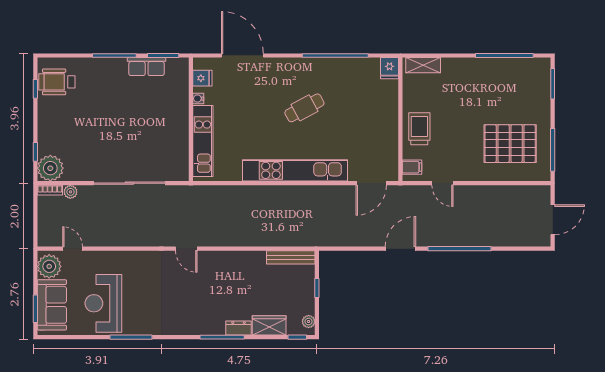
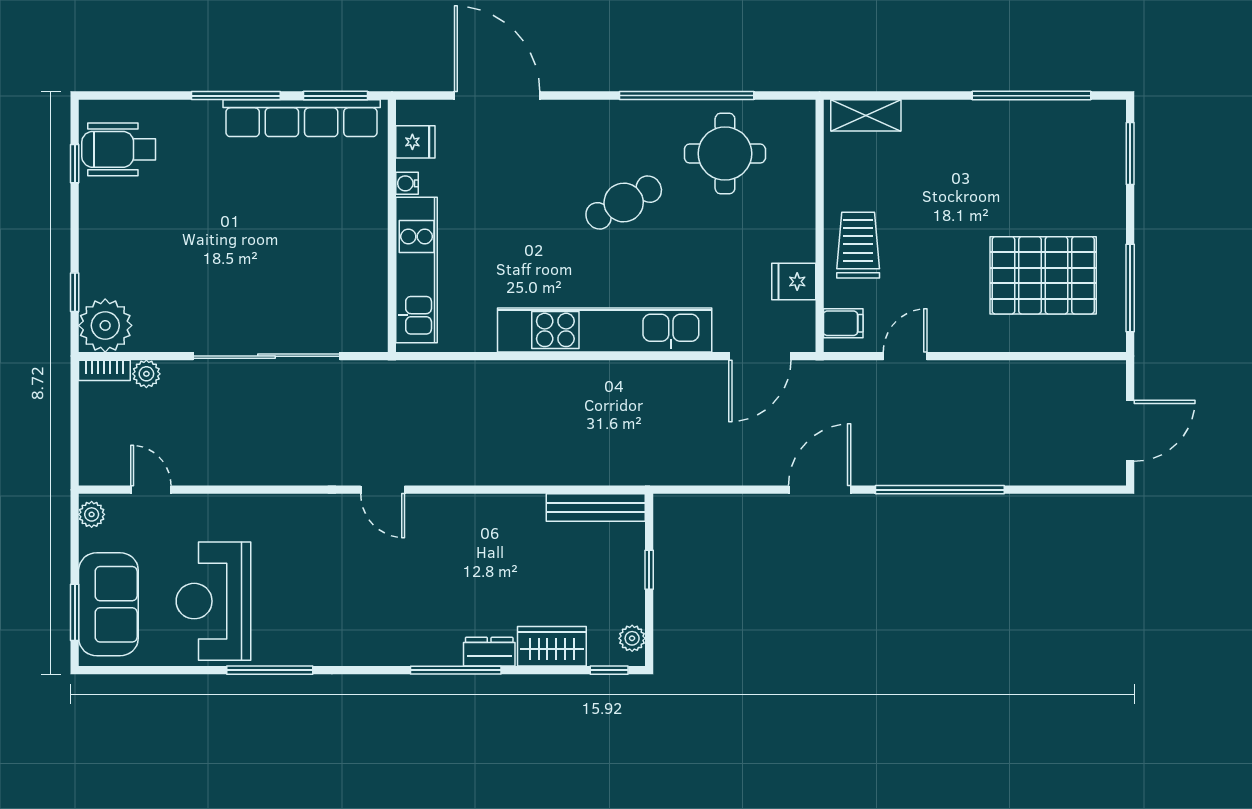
row of seats: (147, 67) -> (302, 118), width x2.02
fridge: (390, 68) -> (794, 282), moved, turned 90
round table: (354, 84) -> (725, 154), added
door: (442, 183) -> (905, 356), swing flipped
plant: (49, 266) -> (92, 514), width x0.53, depth x0.53

